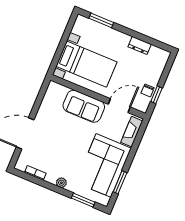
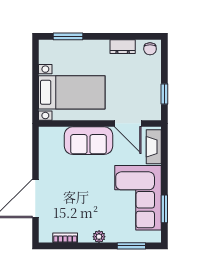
chair: (148, 90) -> (150, 49), moved
door: (119, 106) -> (128, 123), swing flipped

